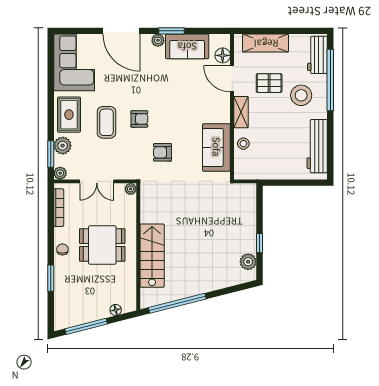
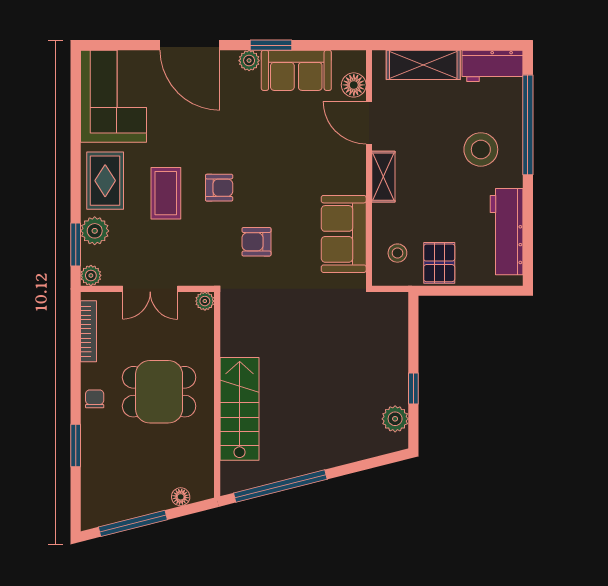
workbench: (317, 55) -> (493, 66), moved, turned -90
pallet: (269, 83) -> (439, 263), moved, turned 90
stool: (243, 144) -> (397, 253), moved

